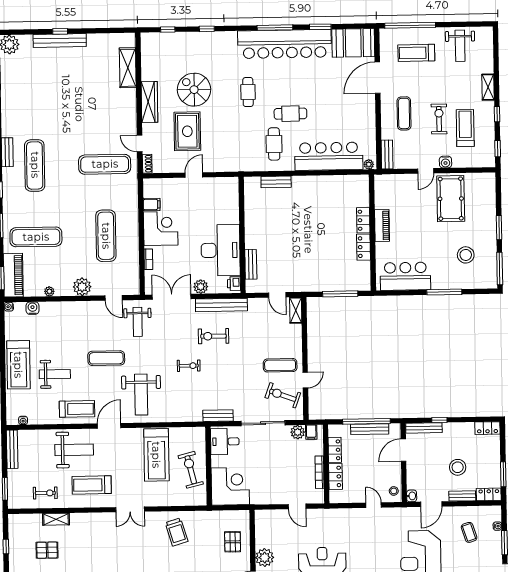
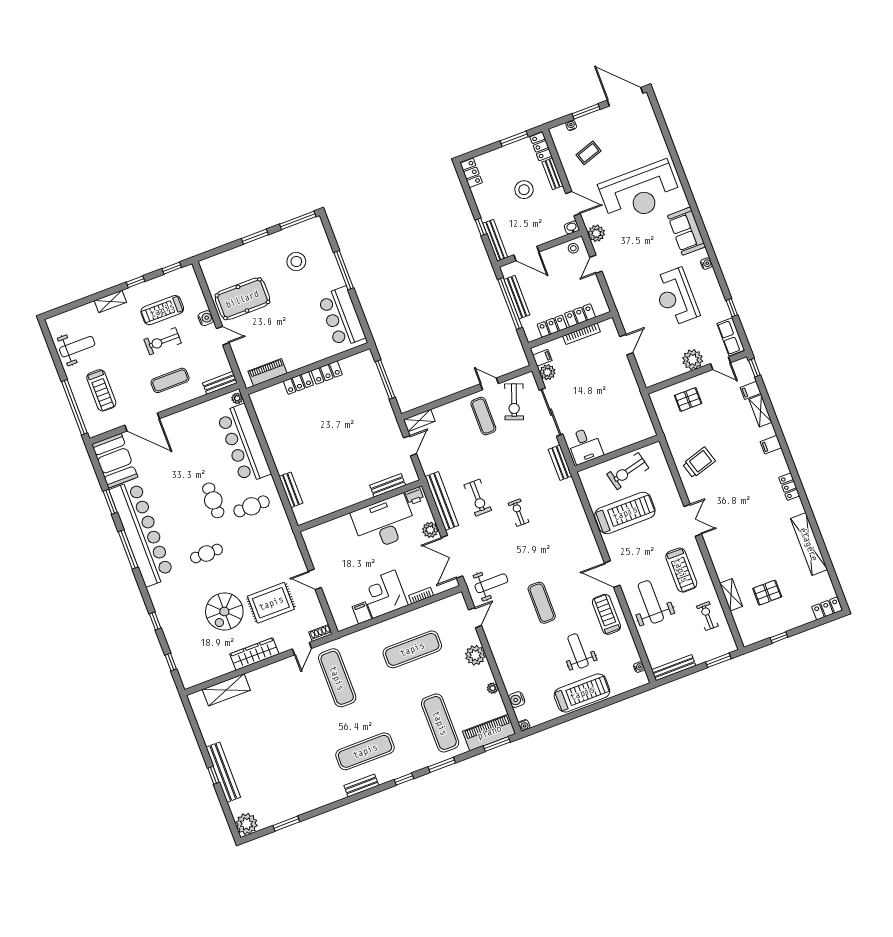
piano: (382, 225) -> (268, 372), moved
weight bench: (141, 395) -> (567, 552), removed
corner desk: (230, 486) -> (630, 423), removed
plant: (399, 515) -> (596, 233), added
pallet: (47, 550) -> (767, 593), turned 90

